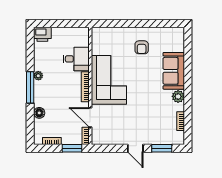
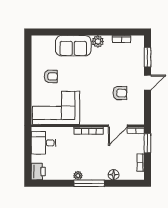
desk: (76, 59) -> (44, 143), moved, turned -90
corner sofa: (109, 80) -> (56, 108), moved
armchair: (124, 119) -> (120, 93), added

